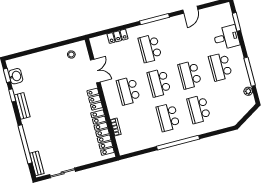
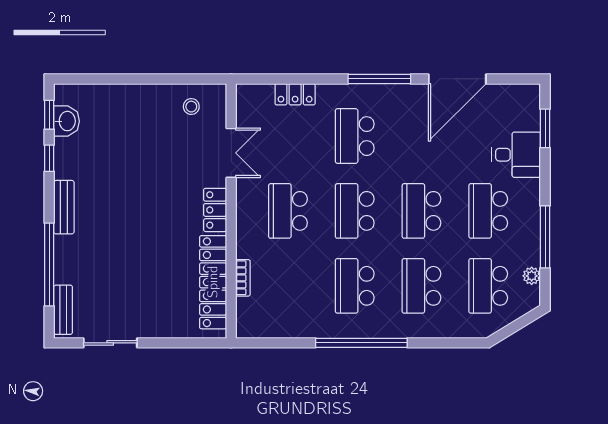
door: (190, 10) -> (457, 79), width x1.87
school desk: (229, 101) -> (488, 286), added
bench: (22, 106) -> (64, 207), moved

